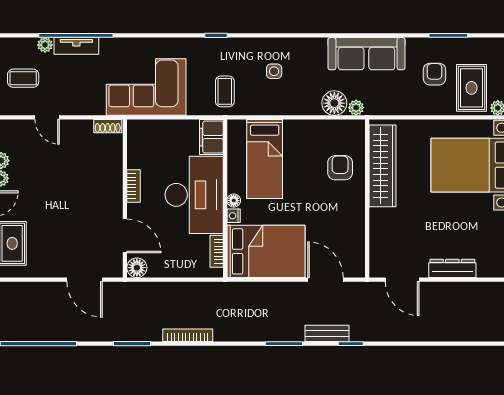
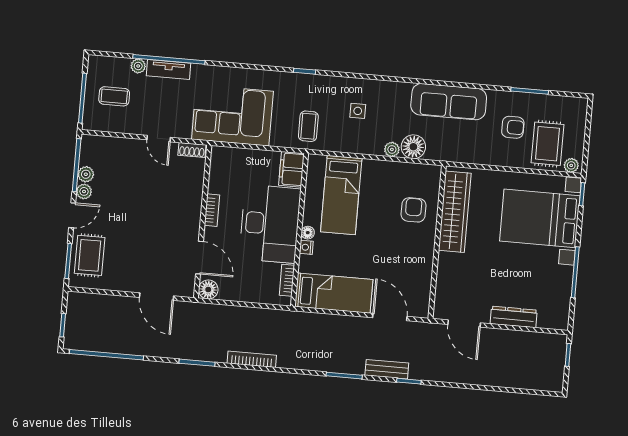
armchair: (435, 74) -> (513, 127), turned 90
plant: (356, 108) -> (392, 149), moved
door: (47, 117) -> (159, 139), moved
bed: (266, 251) -> (334, 293), width x0.67

